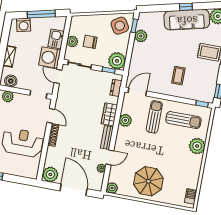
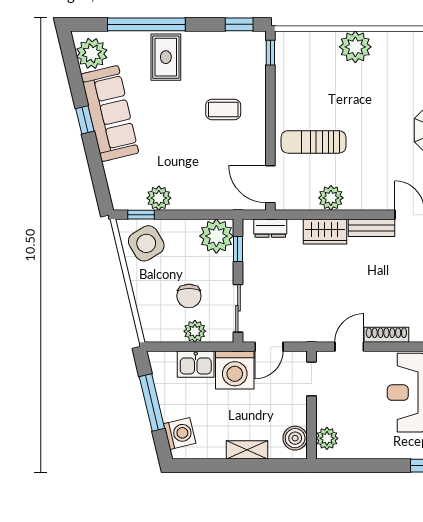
sun lounger: (183, 120) -> (309, 83), removed

